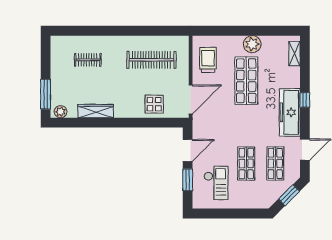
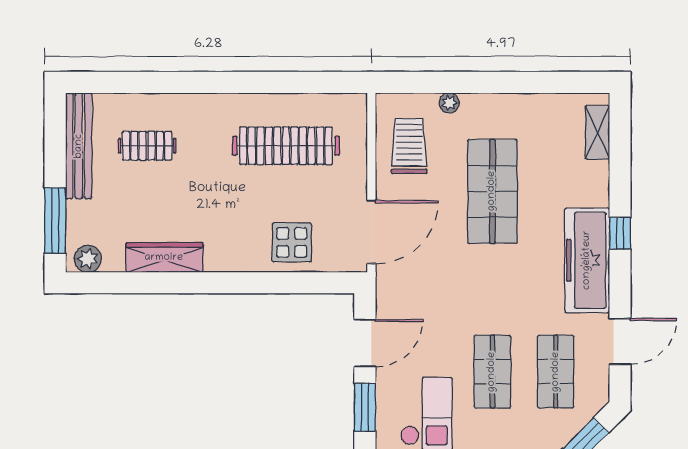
plant: (252, 44) -> (449, 103), moved, width x0.53, depth x0.53
bench: (56, 60) -> (79, 146), added

